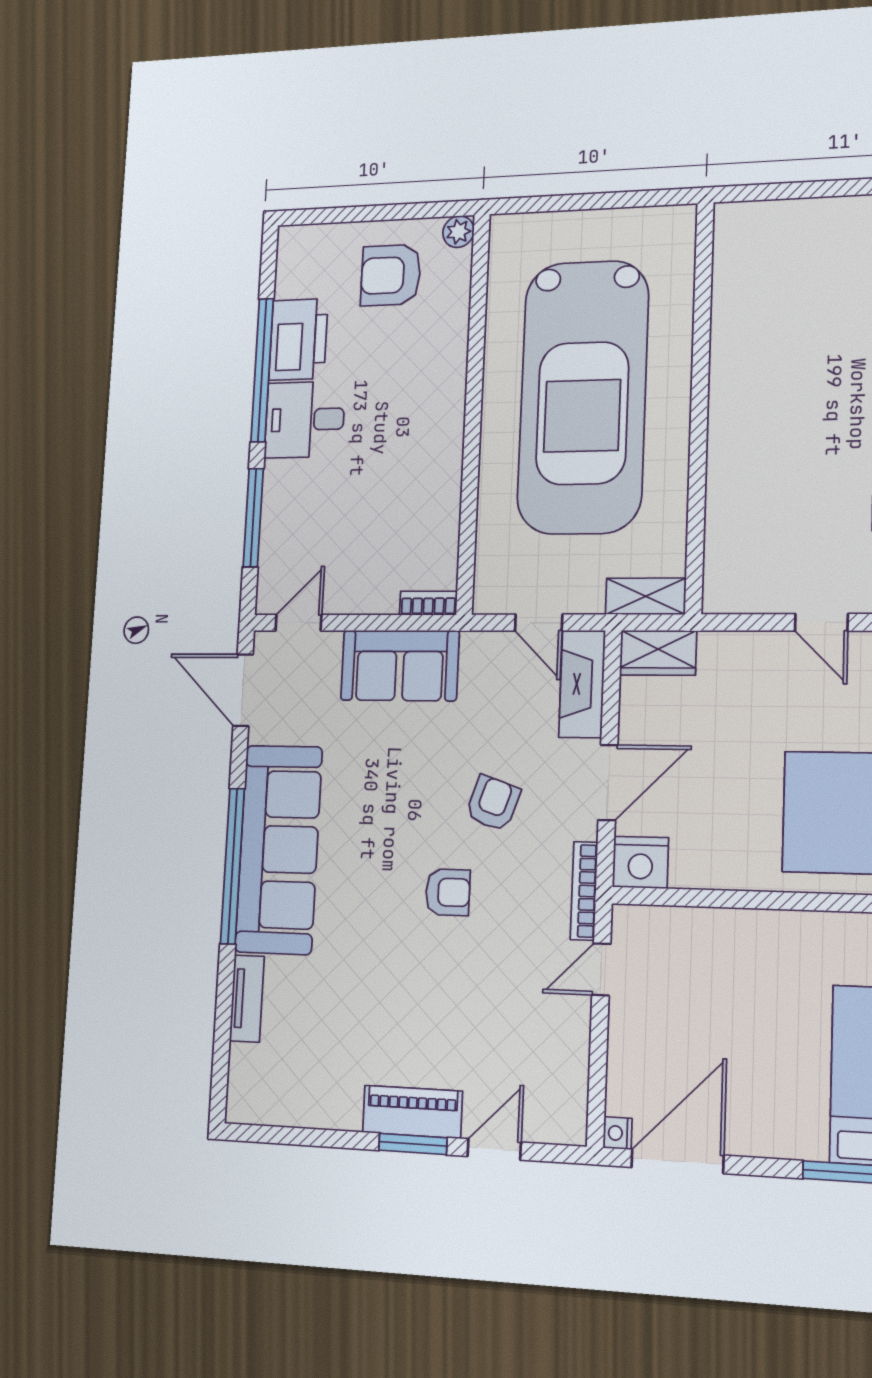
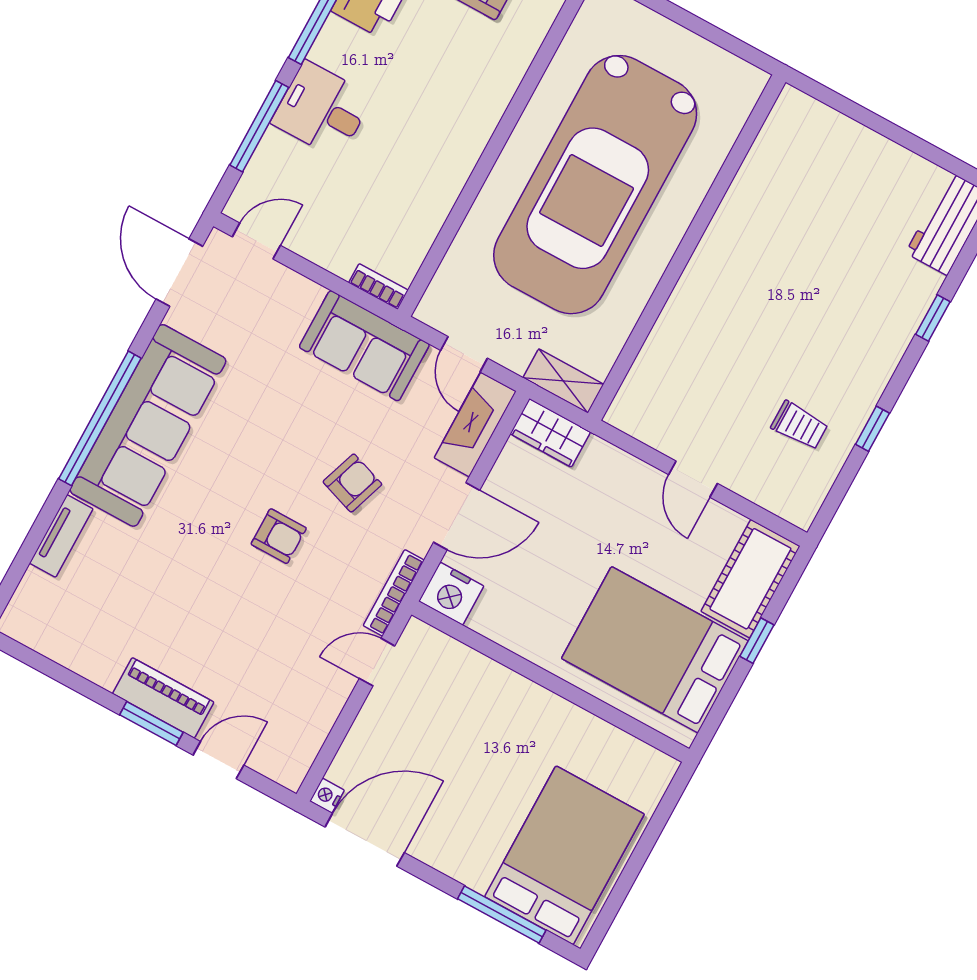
desk: (305, 420) -> (322, 110), moved
sofa: (400, 665) -> (364, 346), moved

